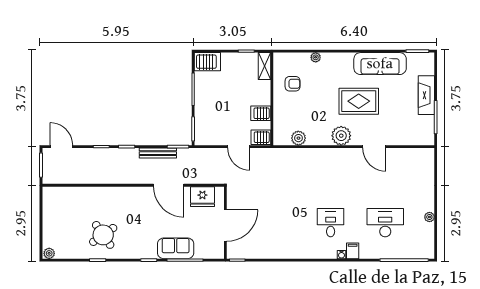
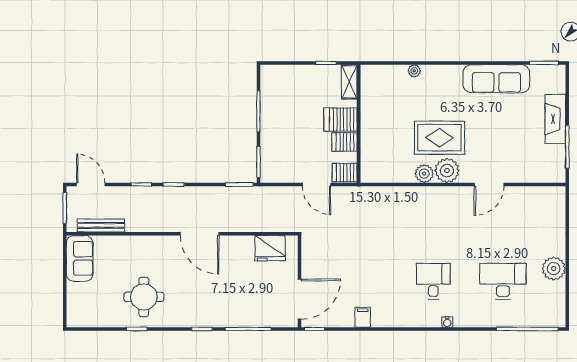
server rack: (207, 62) -> (341, 119), moved, turned 180
armchair: (293, 84) -> (385, 104), removed
rug: (359, 101) -> (440, 138), moved
plant: (298, 138) -> (424, 174), moved
door: (374, 147) -> (489, 184), hinge flipped
bench: (158, 153) -> (101, 225), moved
door: (169, 185) -> (200, 234), moved
plant: (429, 217) -> (554, 269), width x1.88, depth x1.88
door: (225, 226) -> (300, 299), moved
round table: (103, 235) -> (144, 297), turned 35
sofa: (176, 248) -> (80, 258), moved, turned 90
filing cabinet: (353, 251) -> (363, 317), moved
plant: (49, 253) -> (75, 320), removed

